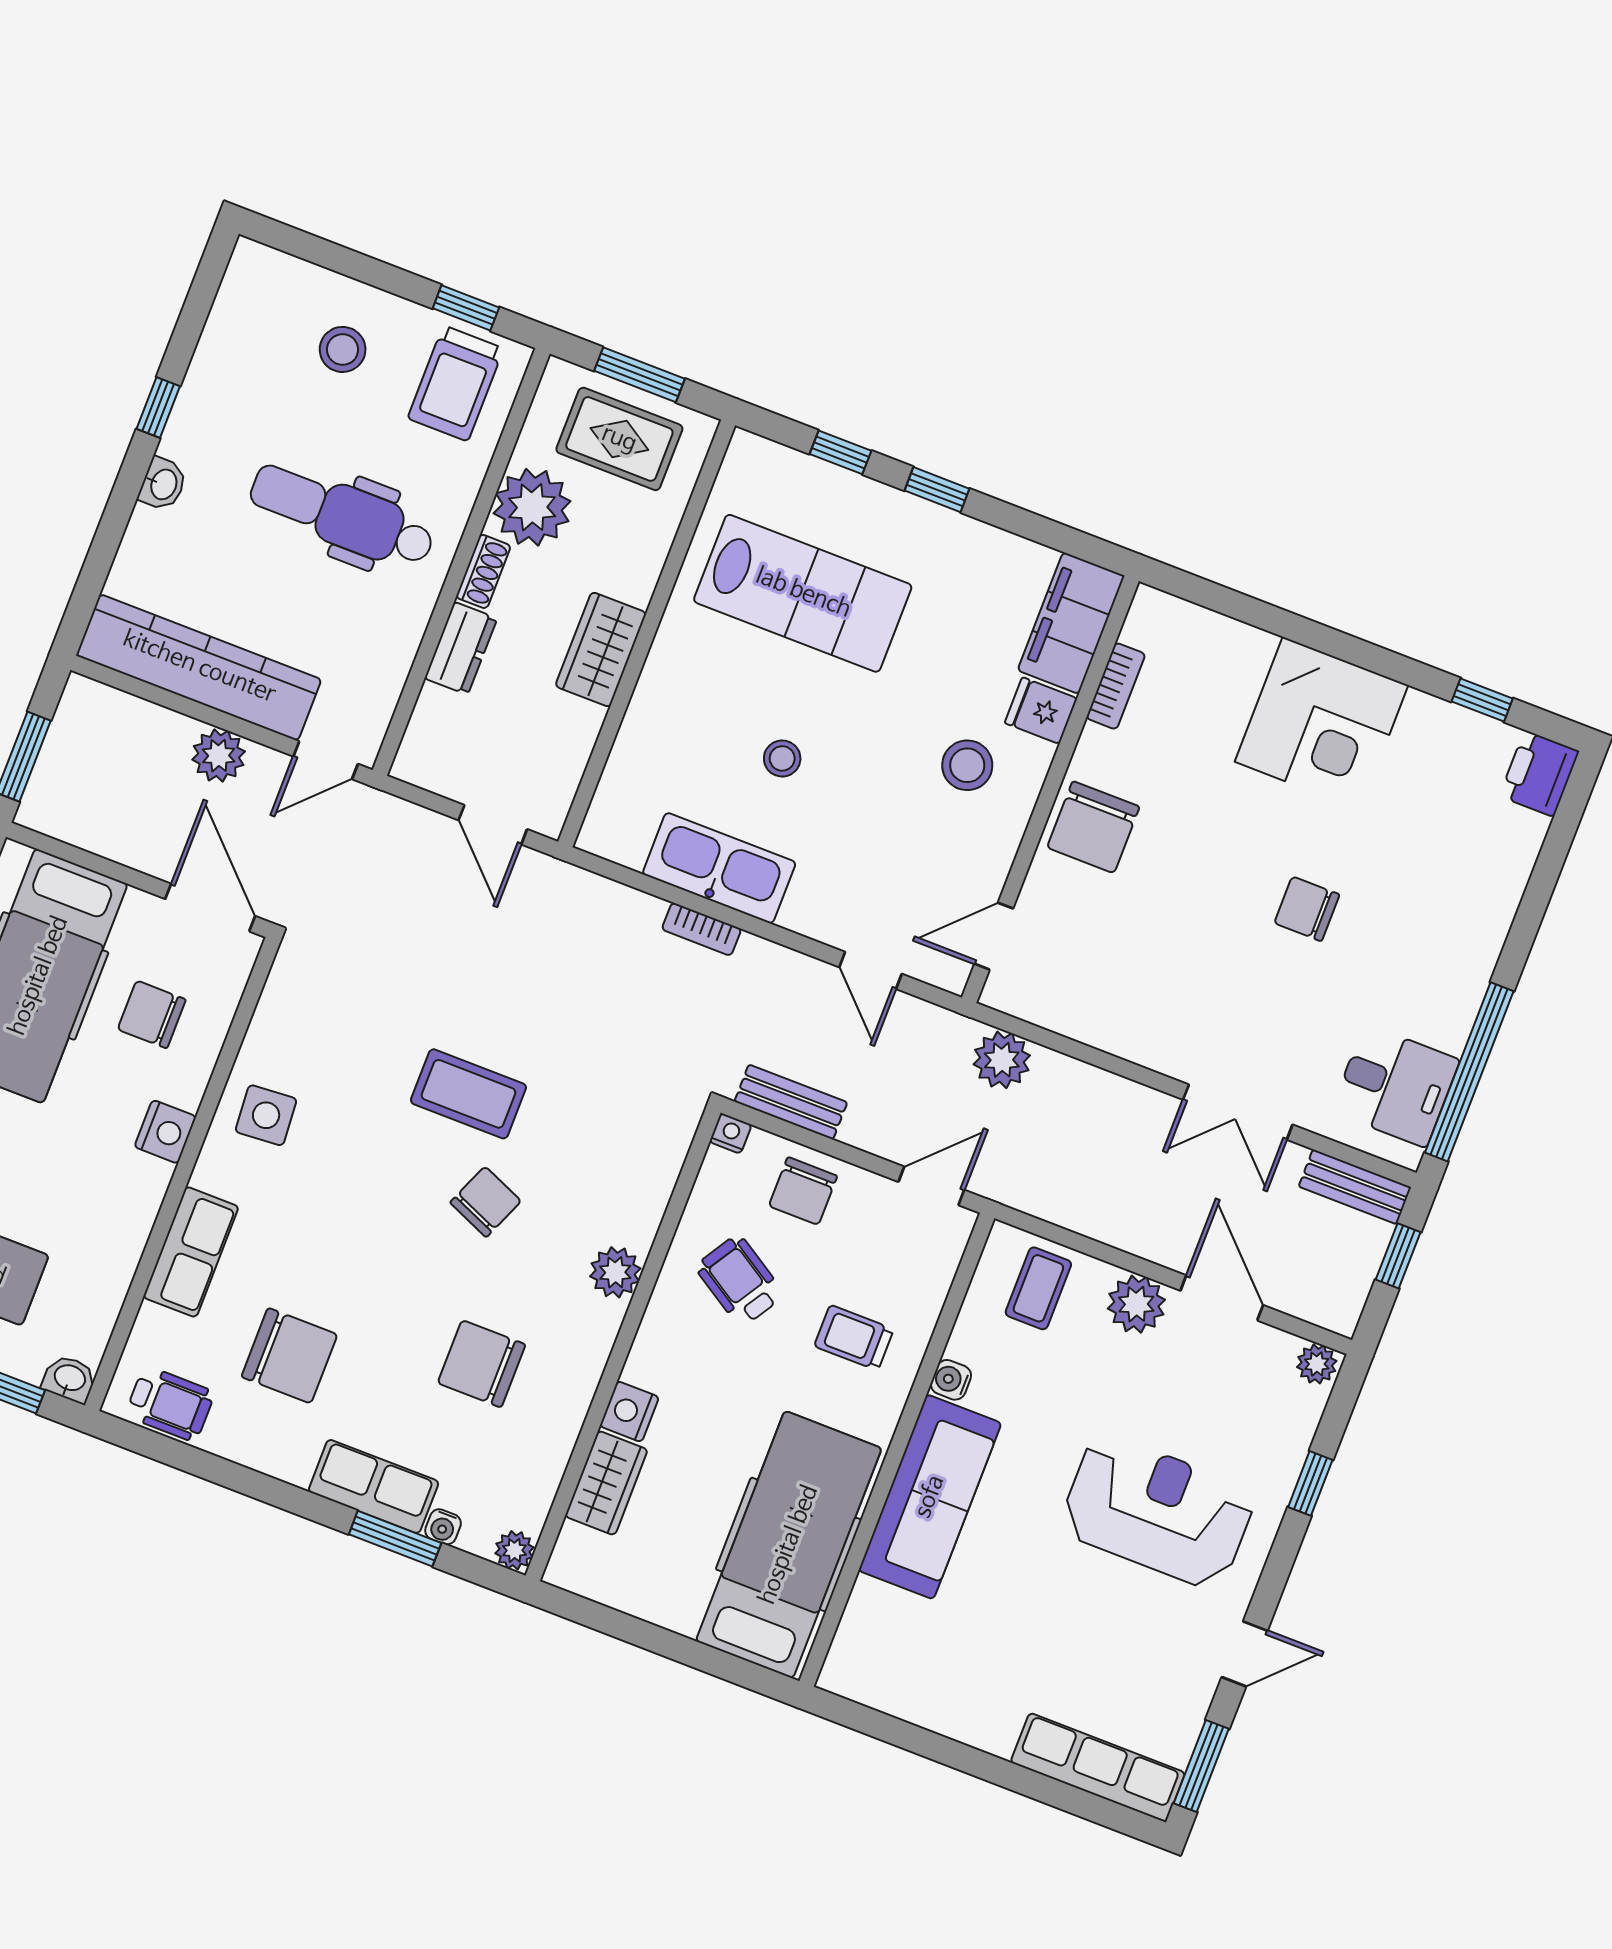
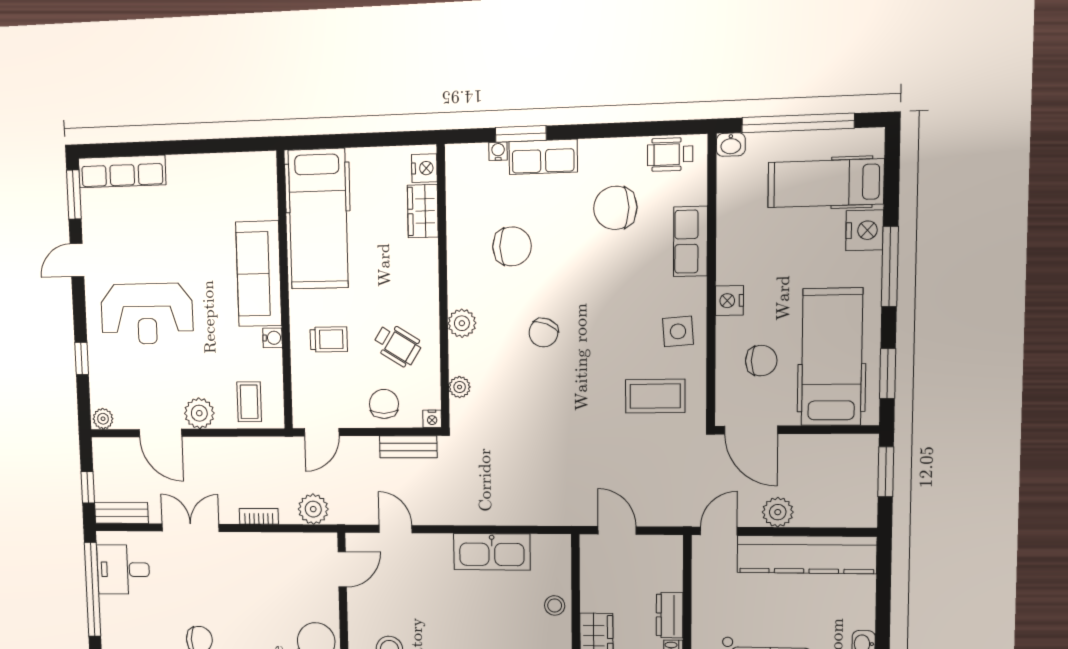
stool: (782, 758) -> (555, 605), moved
bookcase: (702, 929) -> (259, 516), moved
coffee table: (468, 1094) -> (655, 396), moved
nightstand: (629, 1412) -> (424, 168), moved
plant: (514, 1550) -> (460, 387), moved

